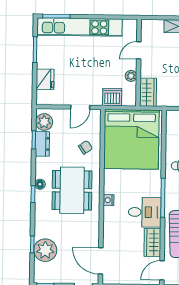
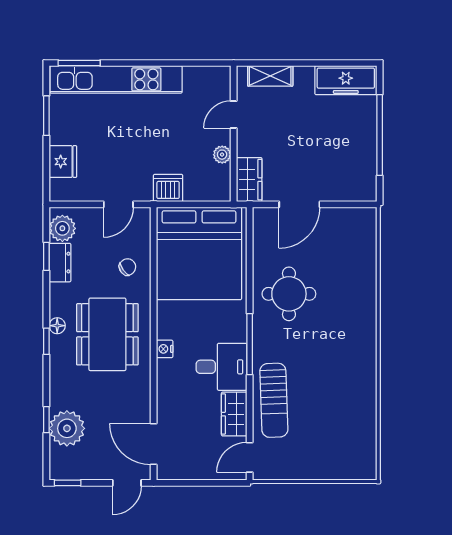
door: (139, 50) -> (234, 114), moved
wall: (139, 63) -> (234, 134), moved
plant: (131, 76) -> (222, 155), moved
wardrobe: (148, 92) -> (249, 180), moved

